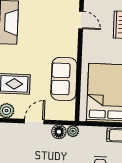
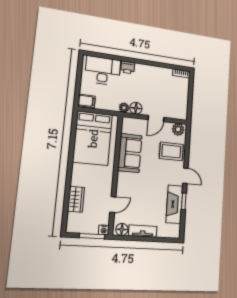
door: (81, 20) -> (113, 205), swing flipped

